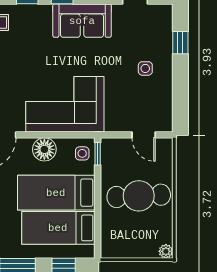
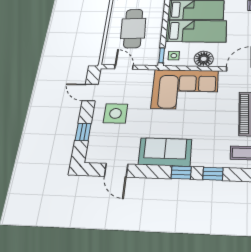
side table: (145, 68) -> (116, 113), width x1.87, depth x1.87
door: (180, 96) -> (90, 93), added
cafe table: (139, 196) -> (133, 28), turned 90

